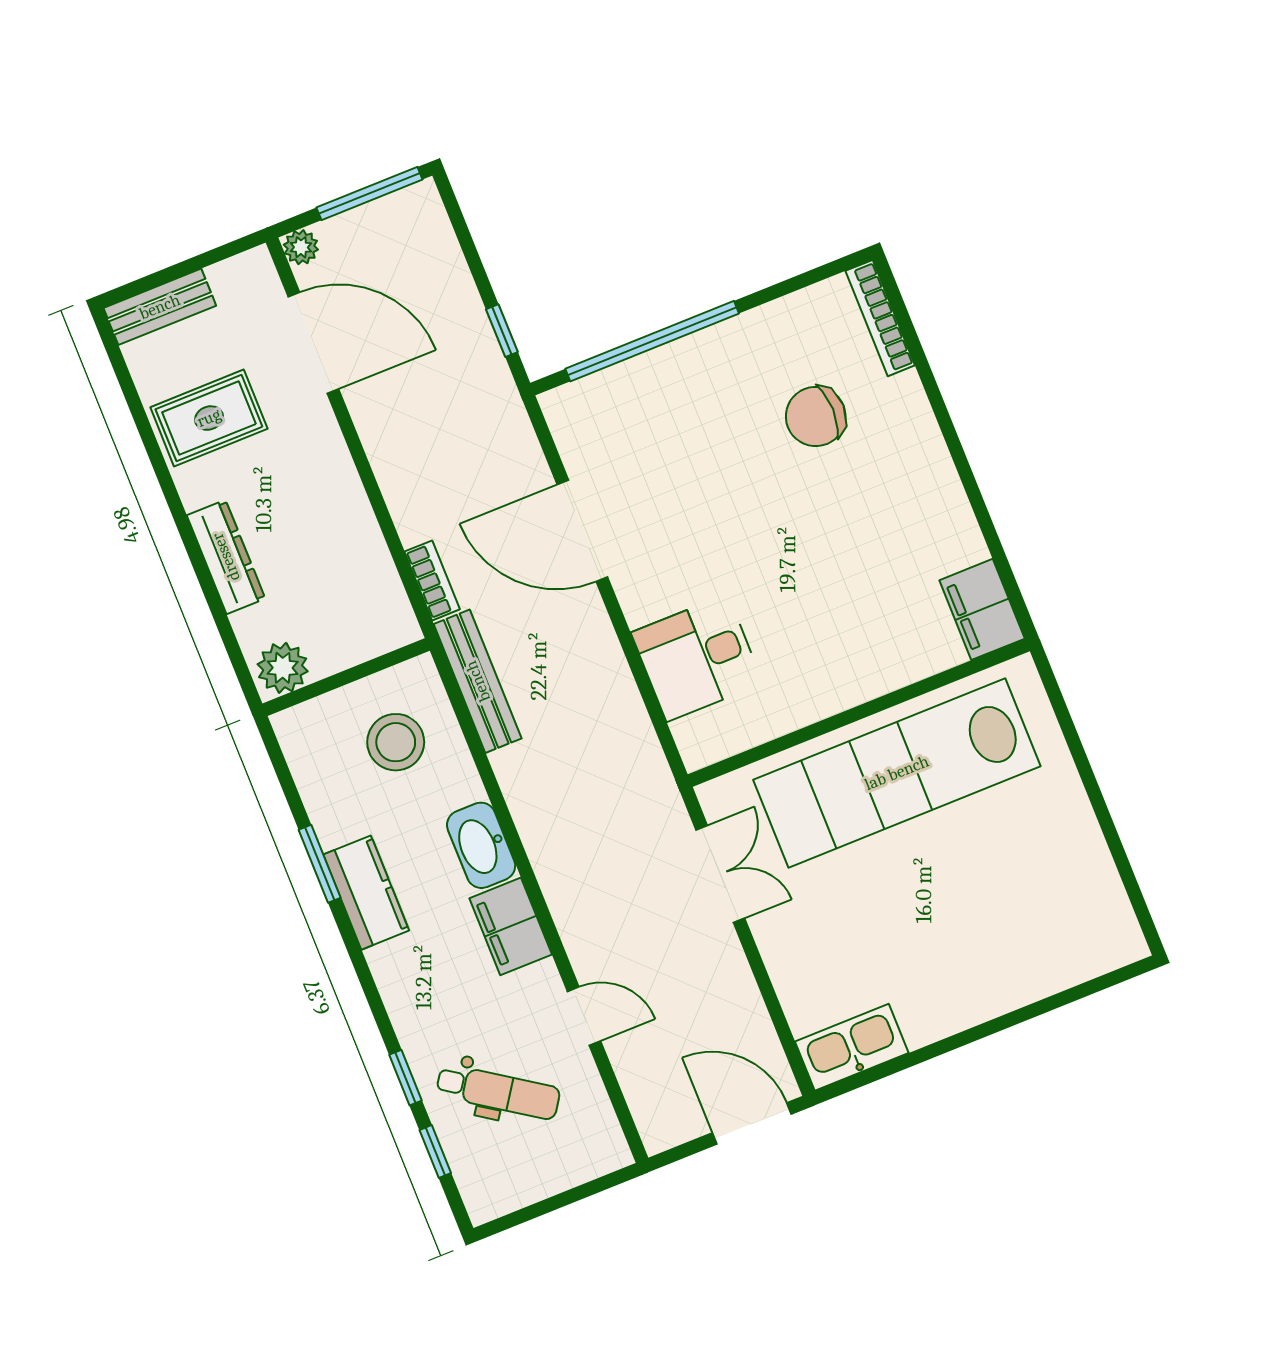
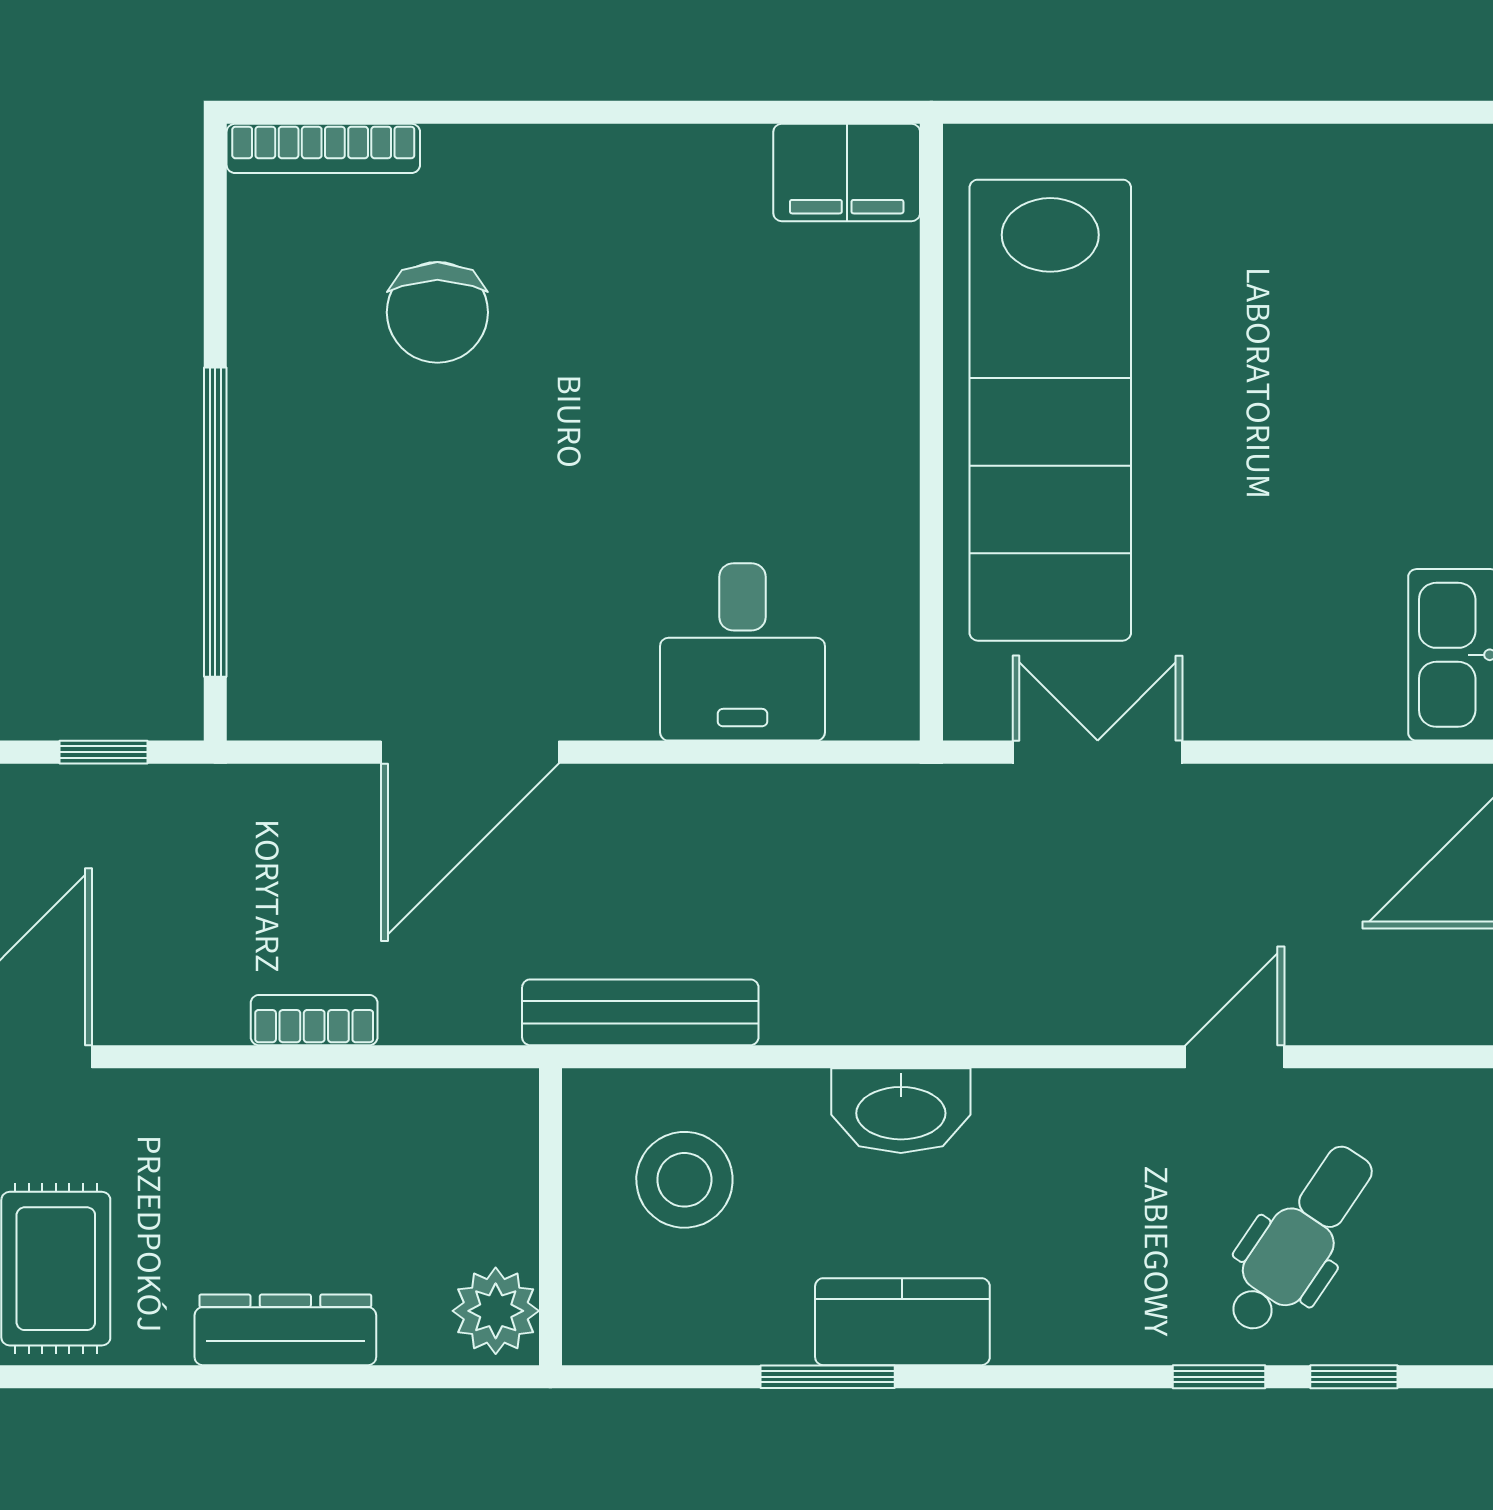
bookcase: (432, 580) -> (314, 1020), moved
filing cabinet: (511, 926) -> (1047, 1115), removed

